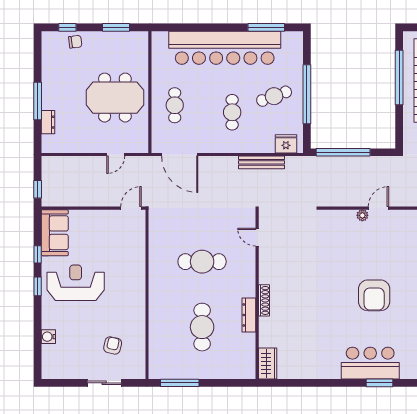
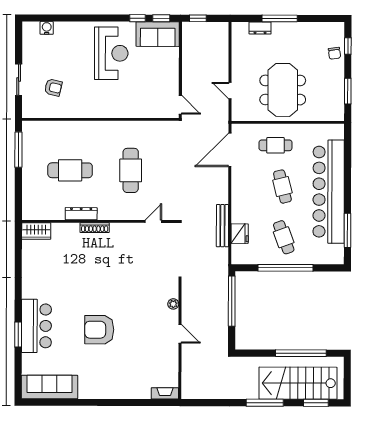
cafe table: (232, 112) -> (282, 187), moved, turned 76
fridge: (286, 144) -> (240, 234), moved
plant: (362, 215) -> (173, 304), moved
window: (38, 286) -> (161, 18), moved
water cooler: (48, 337) -> (47, 28), moved

